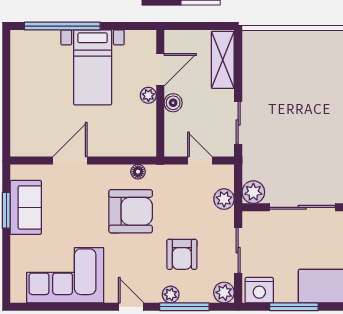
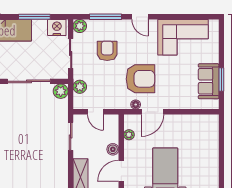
plant: (148, 95) -> (129, 135), moved
door: (70, 160) -> (152, 112), moved
armchair: (131, 211) -> (140, 79), turned 180
plant: (171, 294) -> (114, 25), removed

